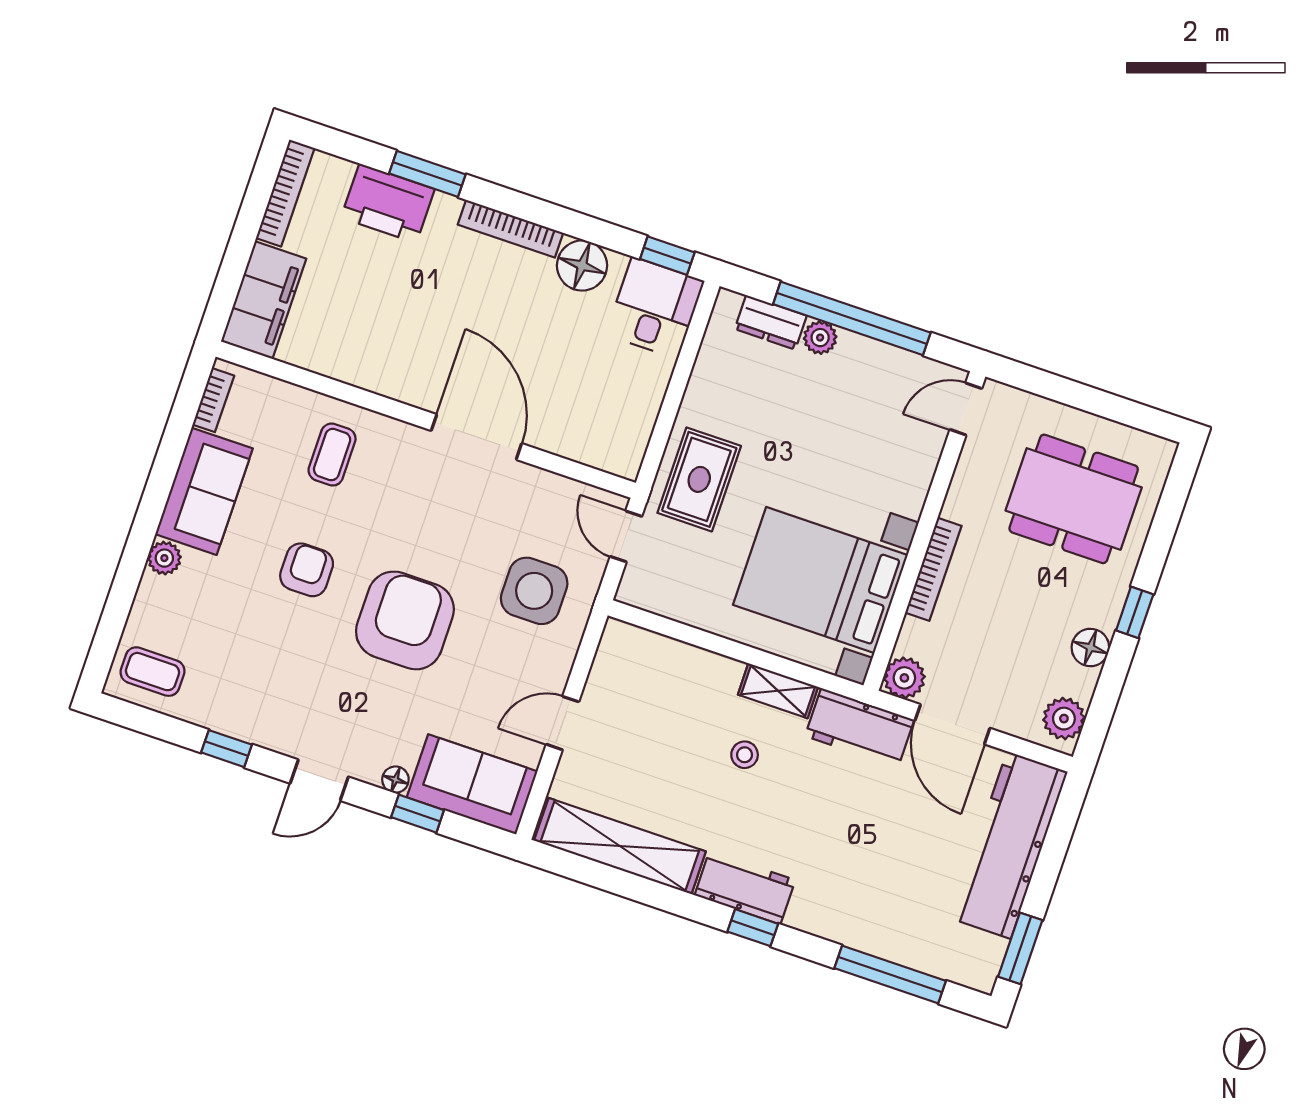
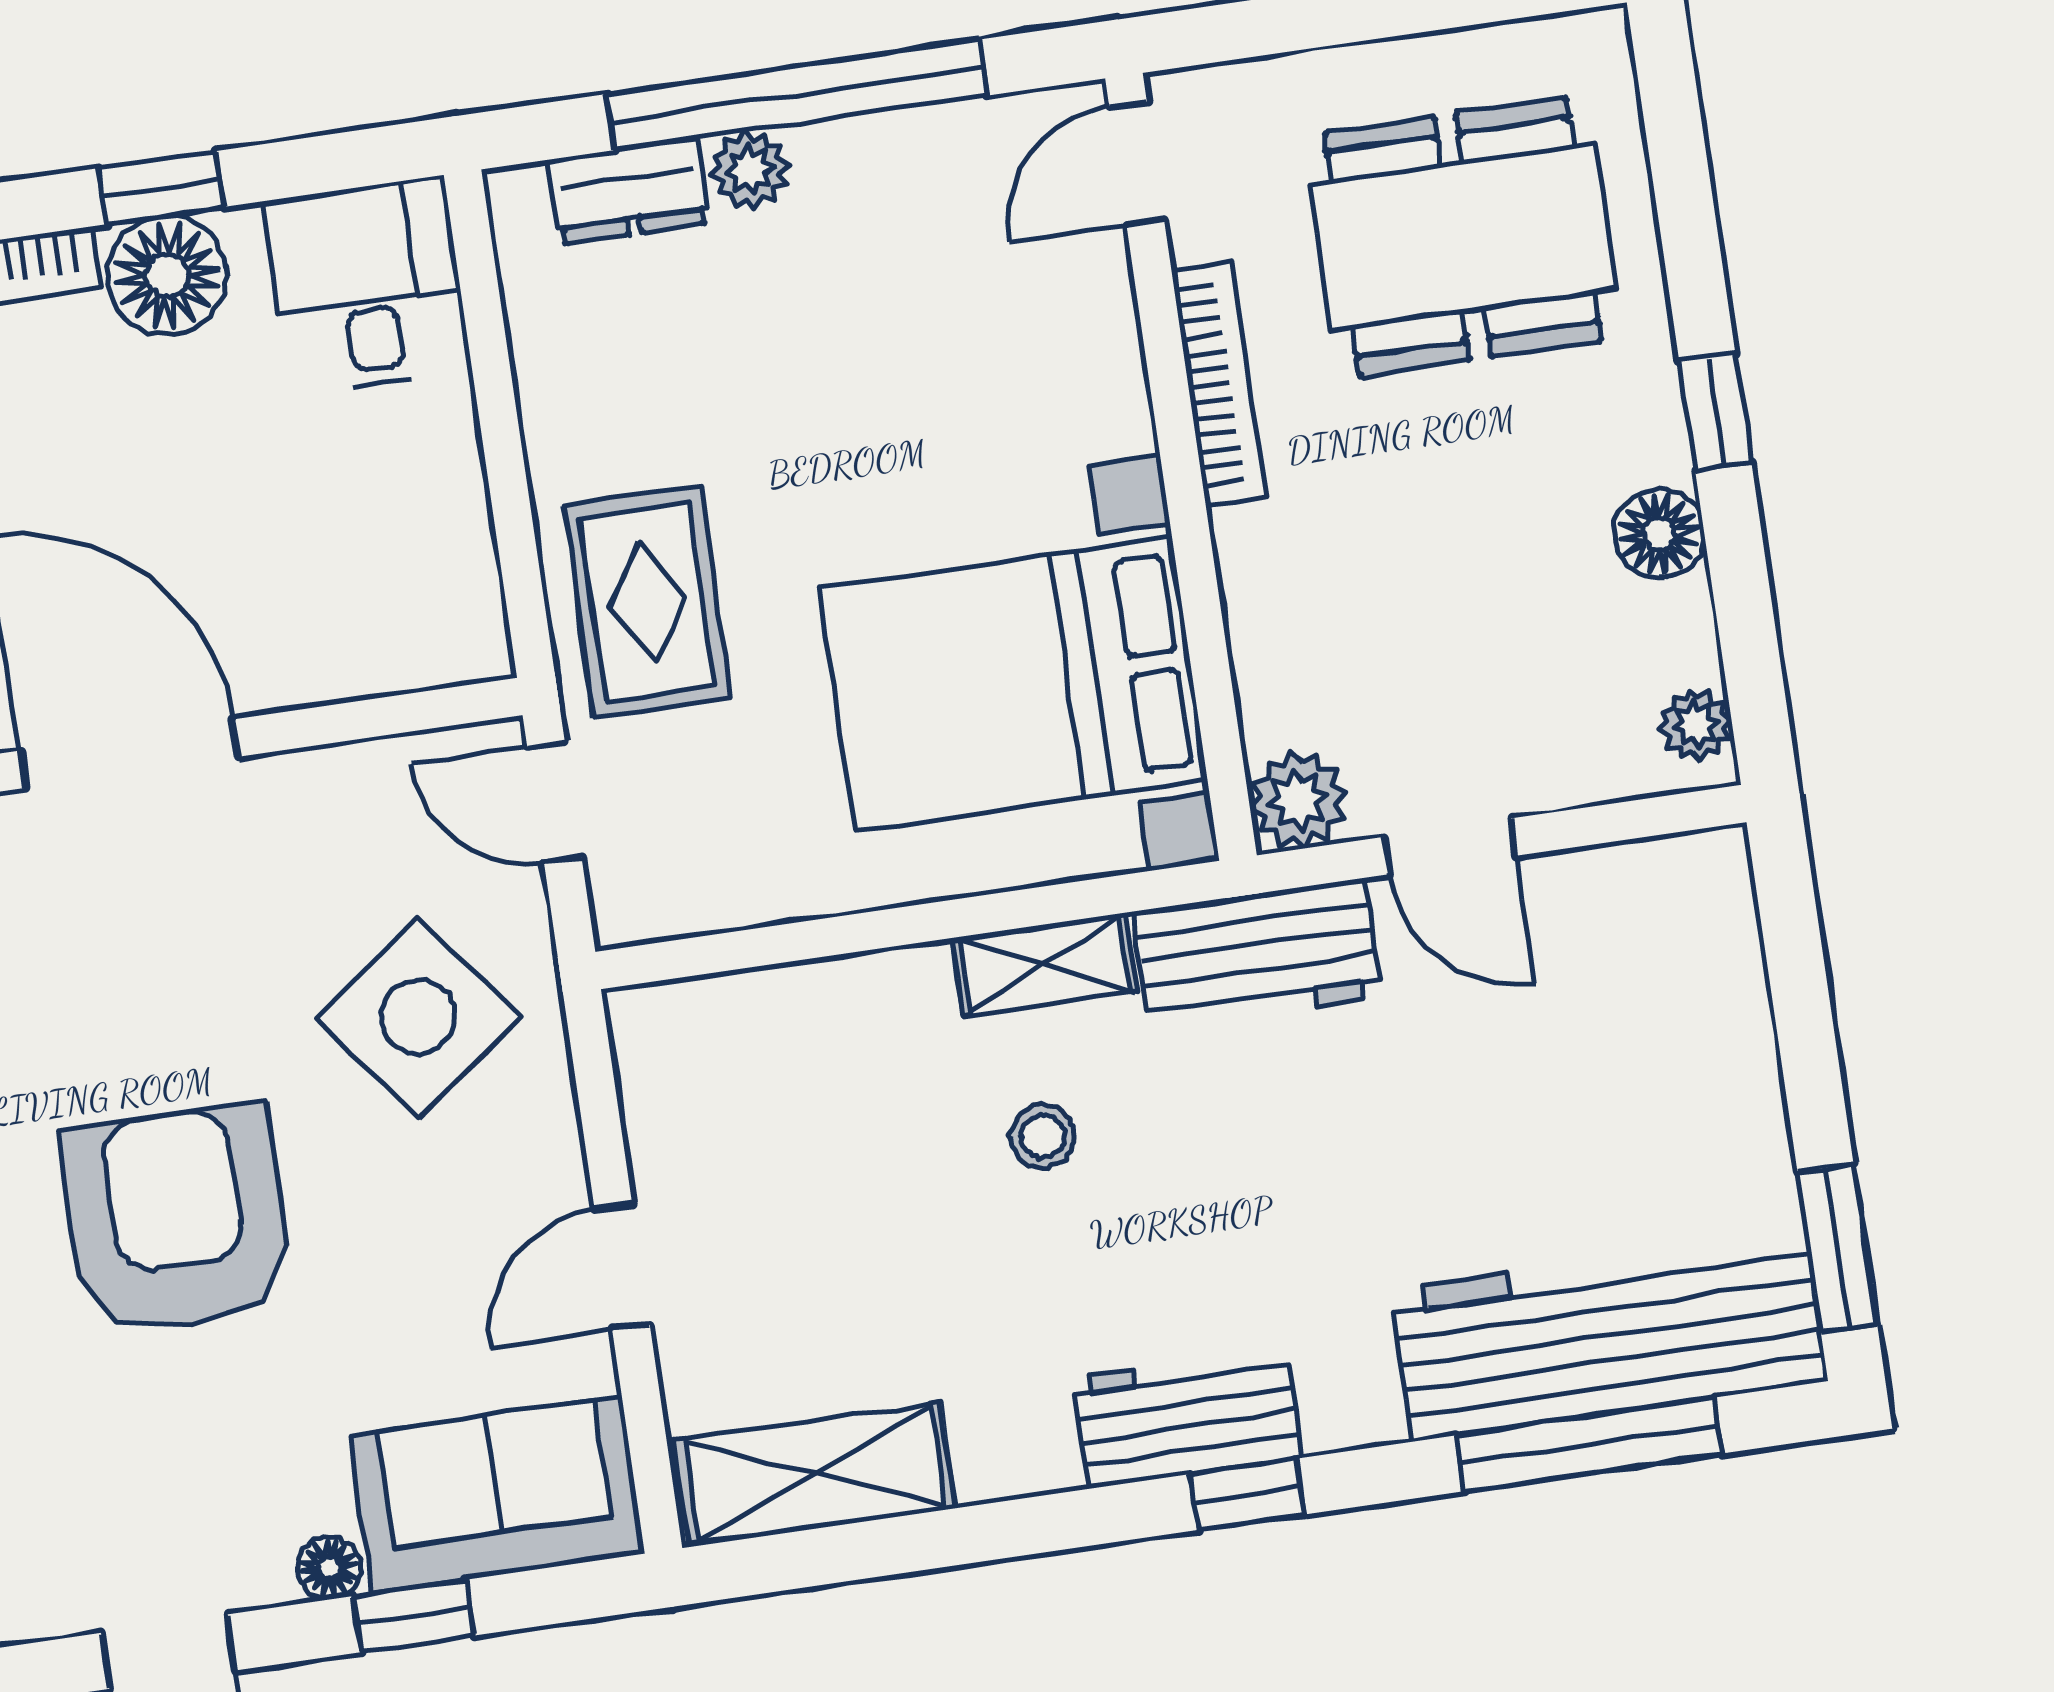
window: (667, 256) -> (161, 188), moved
bookcase: (933, 569) -> (1219, 384), moved
side table: (534, 591) -> (418, 1017), turned -37
plant: (1064, 719) -> (1696, 725), width x0.73, depth x0.73
door: (952, 724) -> (1450, 846), width x0.73
workbench: (1009, 845) -> (1609, 1336), moved, turned 90
shelving: (620, 846) -> (815, 1474), width x0.68

